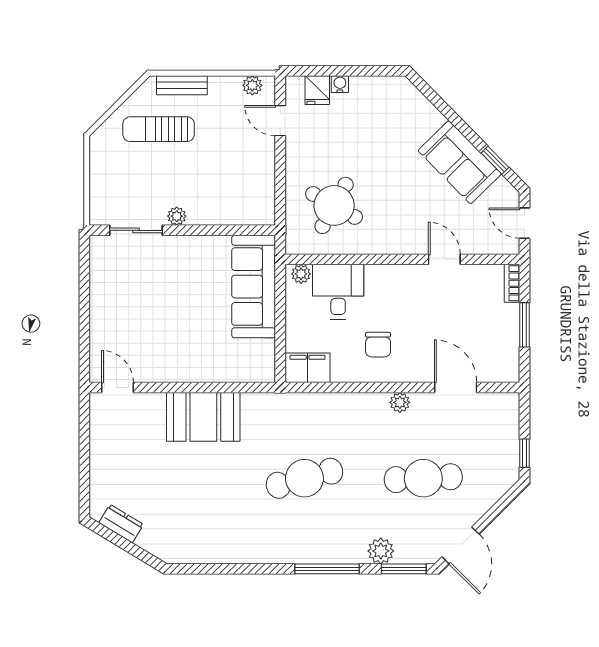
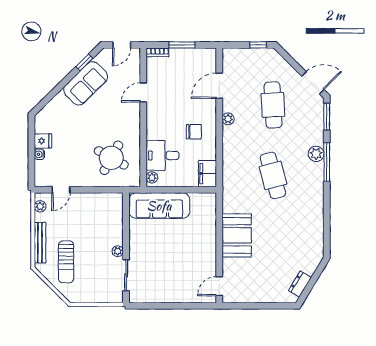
bench: (182, 85) -> (40, 243), width x1.36
fridge: (317, 90) -> (43, 141), moved
plant: (381, 551) -> (316, 154), moved

